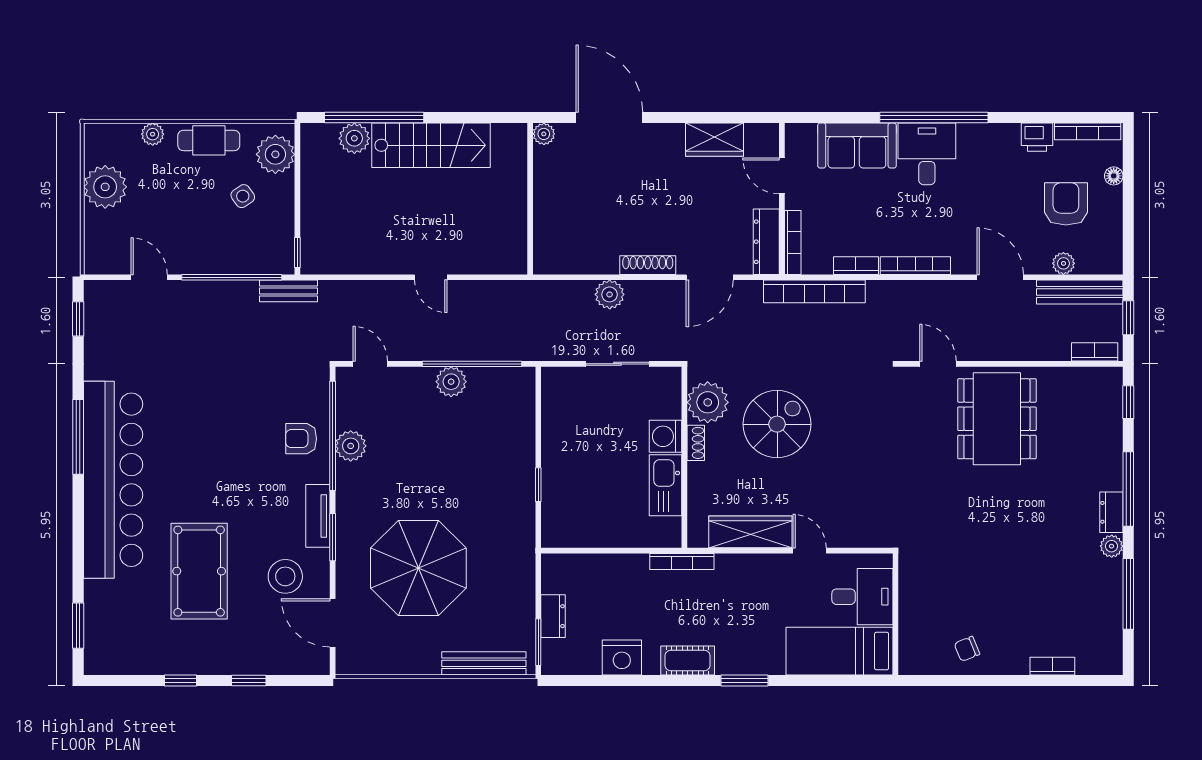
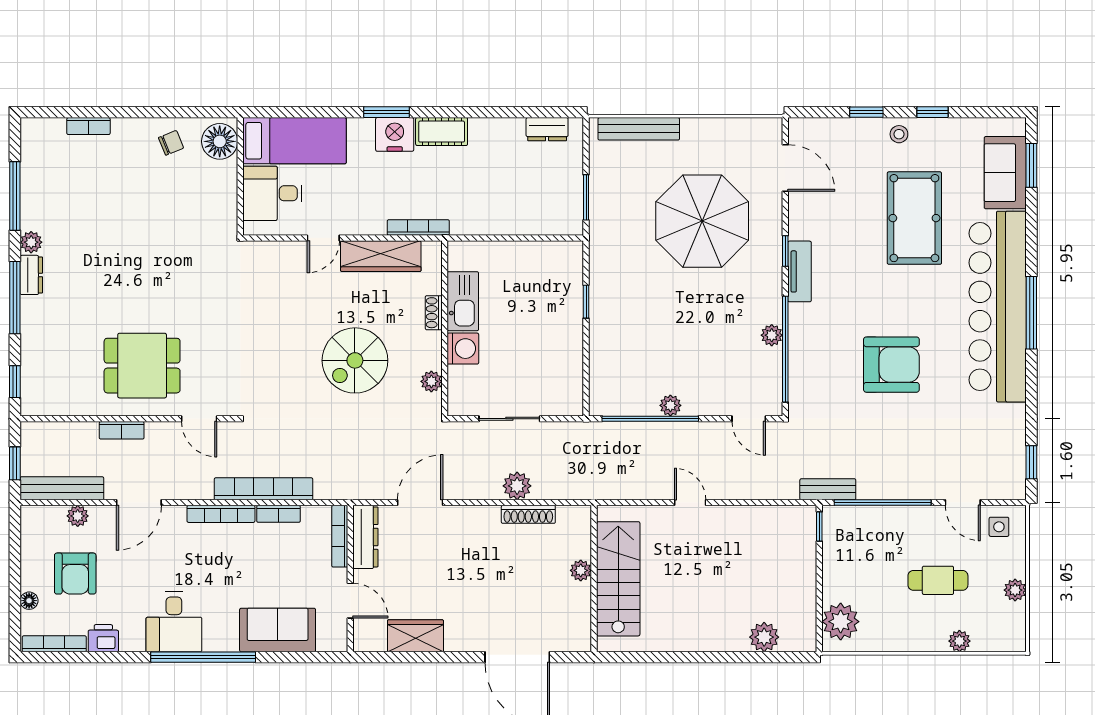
window: (374, 118) -> (745, 657), removed
plant: (544, 134) -> (581, 570), moved
cafe table: (209, 140) -> (938, 580), moved
stairs: (431, 145) -> (618, 579), moved, turned 90
desk: (927, 154) -> (174, 622), moved
plant: (105, 187) -> (1015, 590), width x0.53, depth x0.53
side table: (243, 196) -> (999, 527), moved, turned 35
shoe rack: (648, 265) -> (528, 514), moved
door: (1000, 277) -> (139, 503), hinge flipped
bookcase: (814, 291) -> (263, 489), moved
bookcase: (1095, 352) -> (122, 430), moved
plant: (451, 382) -> (670, 405), width x0.73, depth x0.73
plant: (708, 402) -> (431, 381), width x0.53, depth x0.53
dining table: (997, 419) -> (142, 366), width x0.73
window: (78, 437) -> (1031, 313), moved
armchair: (301, 439) -> (891, 365), moved, width x1.88, depth x1.88
shoe rack: (696, 443) -> (434, 313), moved
plant: (351, 446) -> (772, 335), width x0.73, depth x0.73
window: (333, 537) -> (785, 251), width x0.67
door: (810, 551) -> (323, 238), hinge flipped
bookcase: (682, 561) -> (418, 227), moved
stool: (285, 576) -> (899, 134), moved, width x0.53, depth x0.53
dresser: (553, 616) -> (547, 129), moved, turned -90
sofa: (105, 618) -> (1005, 173), added
window: (538, 642) -> (586, 197), moved
floor lamp: (917, 650) -> (220, 141), added
nightstand: (622, 658) -> (395, 134), moved

